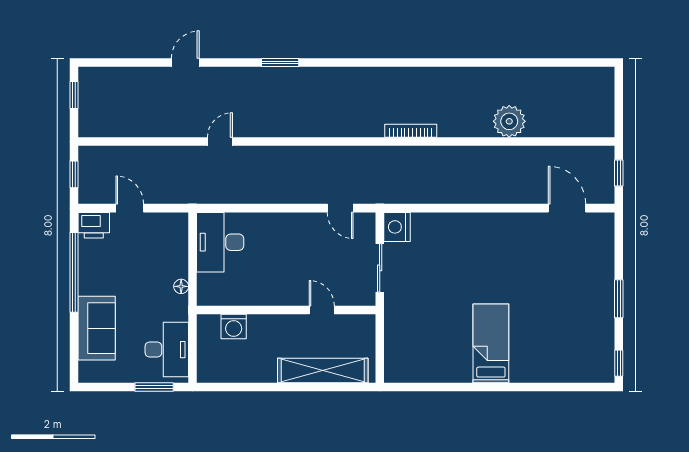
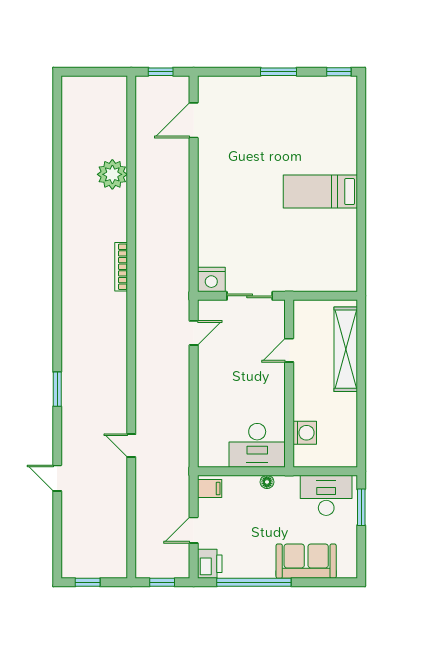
filing cabinet: (174, 225) -> (210, 489), added
desk: (220, 242) -> (257, 445), moved

